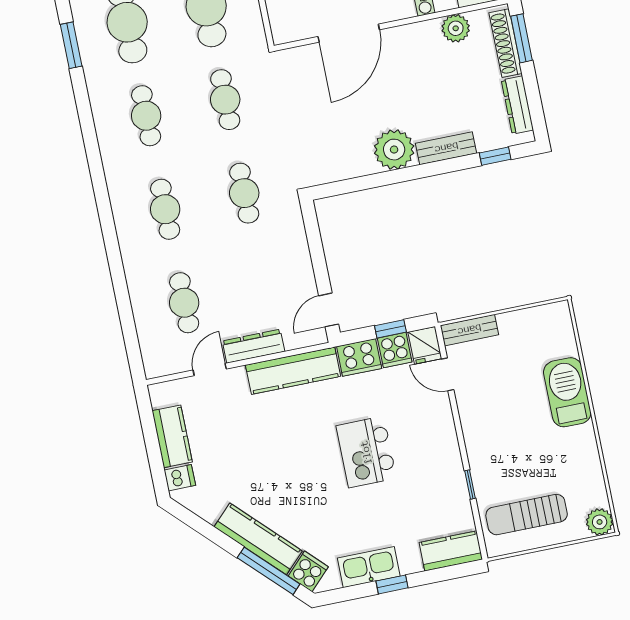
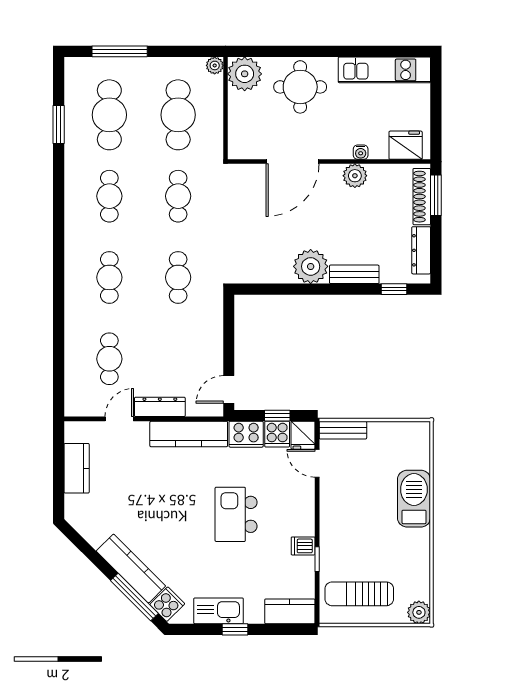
plant: (456, 28) -> (355, 176), moved
dishwasher: (180, 478) -> (303, 546), moved, turned 180

